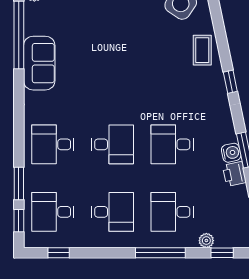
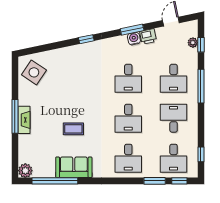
coffee table: (202, 50) -> (73, 129), moved
desk: (112, 144) -> (128, 118), turned 180
plant: (206, 241) -> (193, 43), moved

